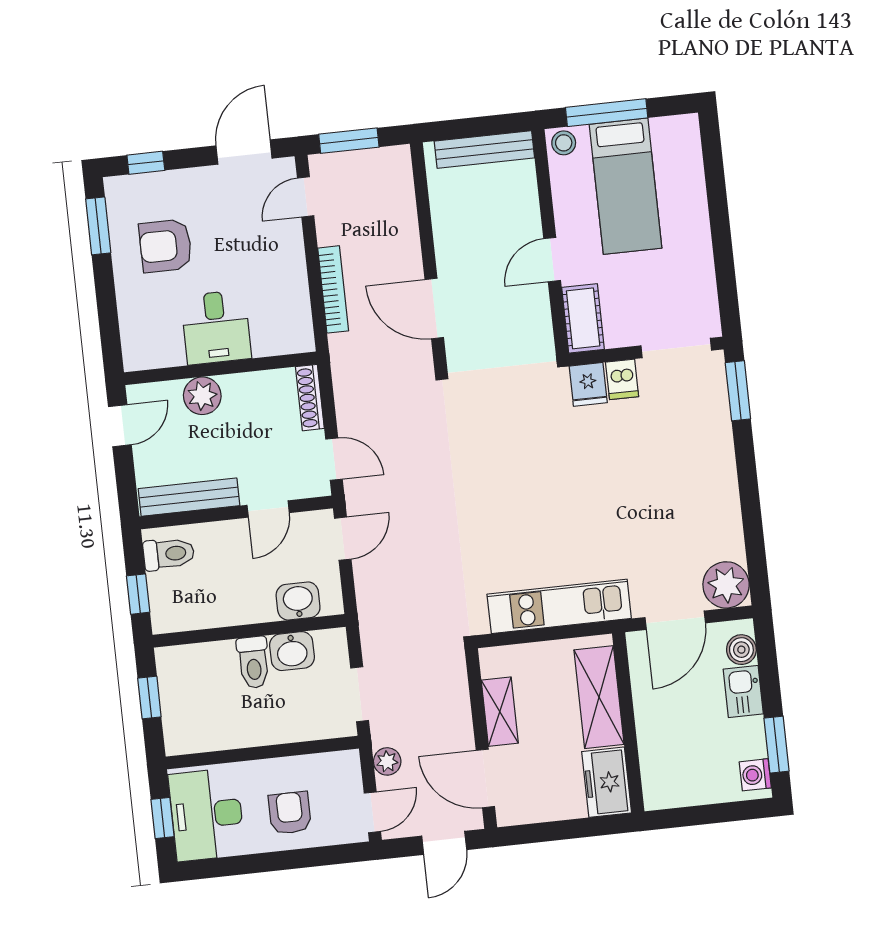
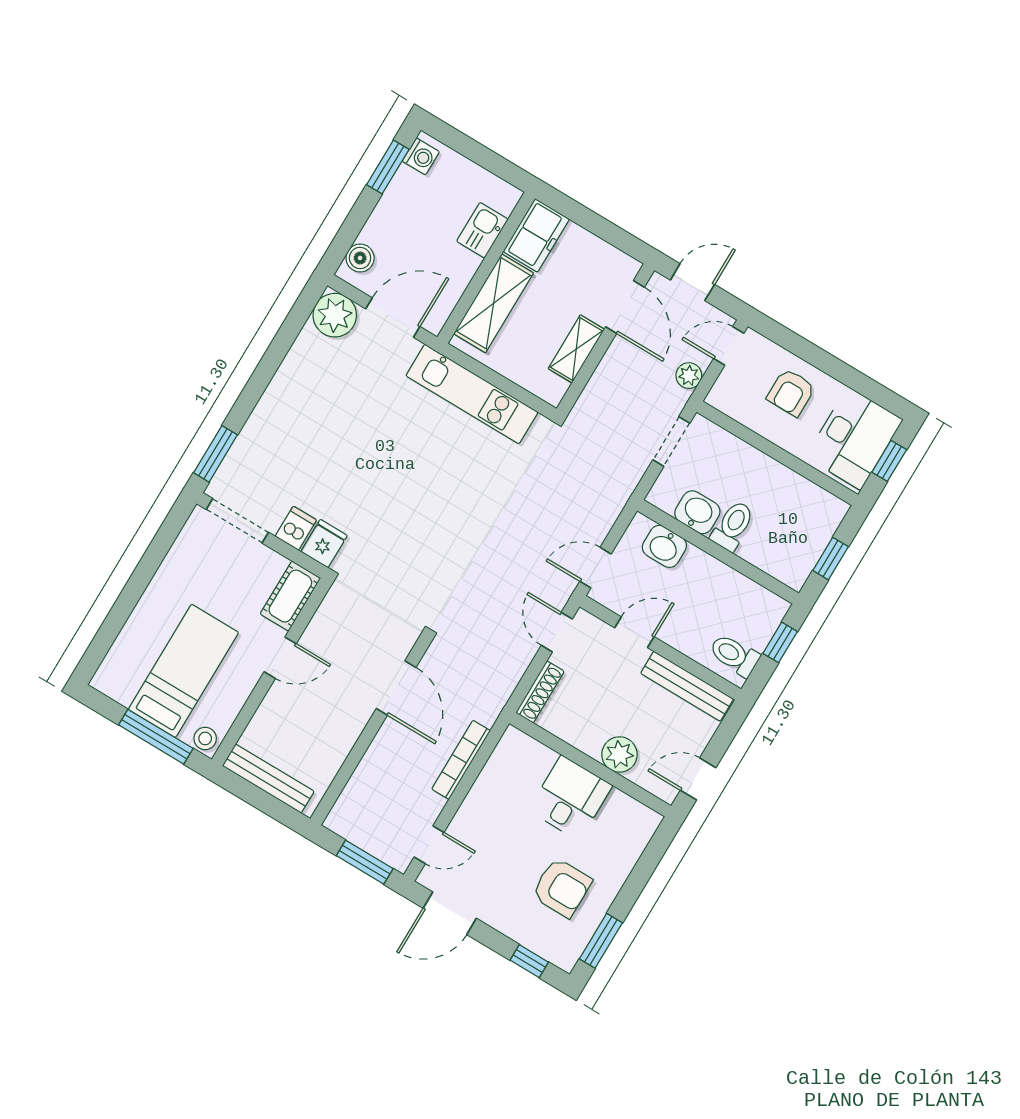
kitchen sink: (743, 691) -> (482, 230), moved, turned 180

